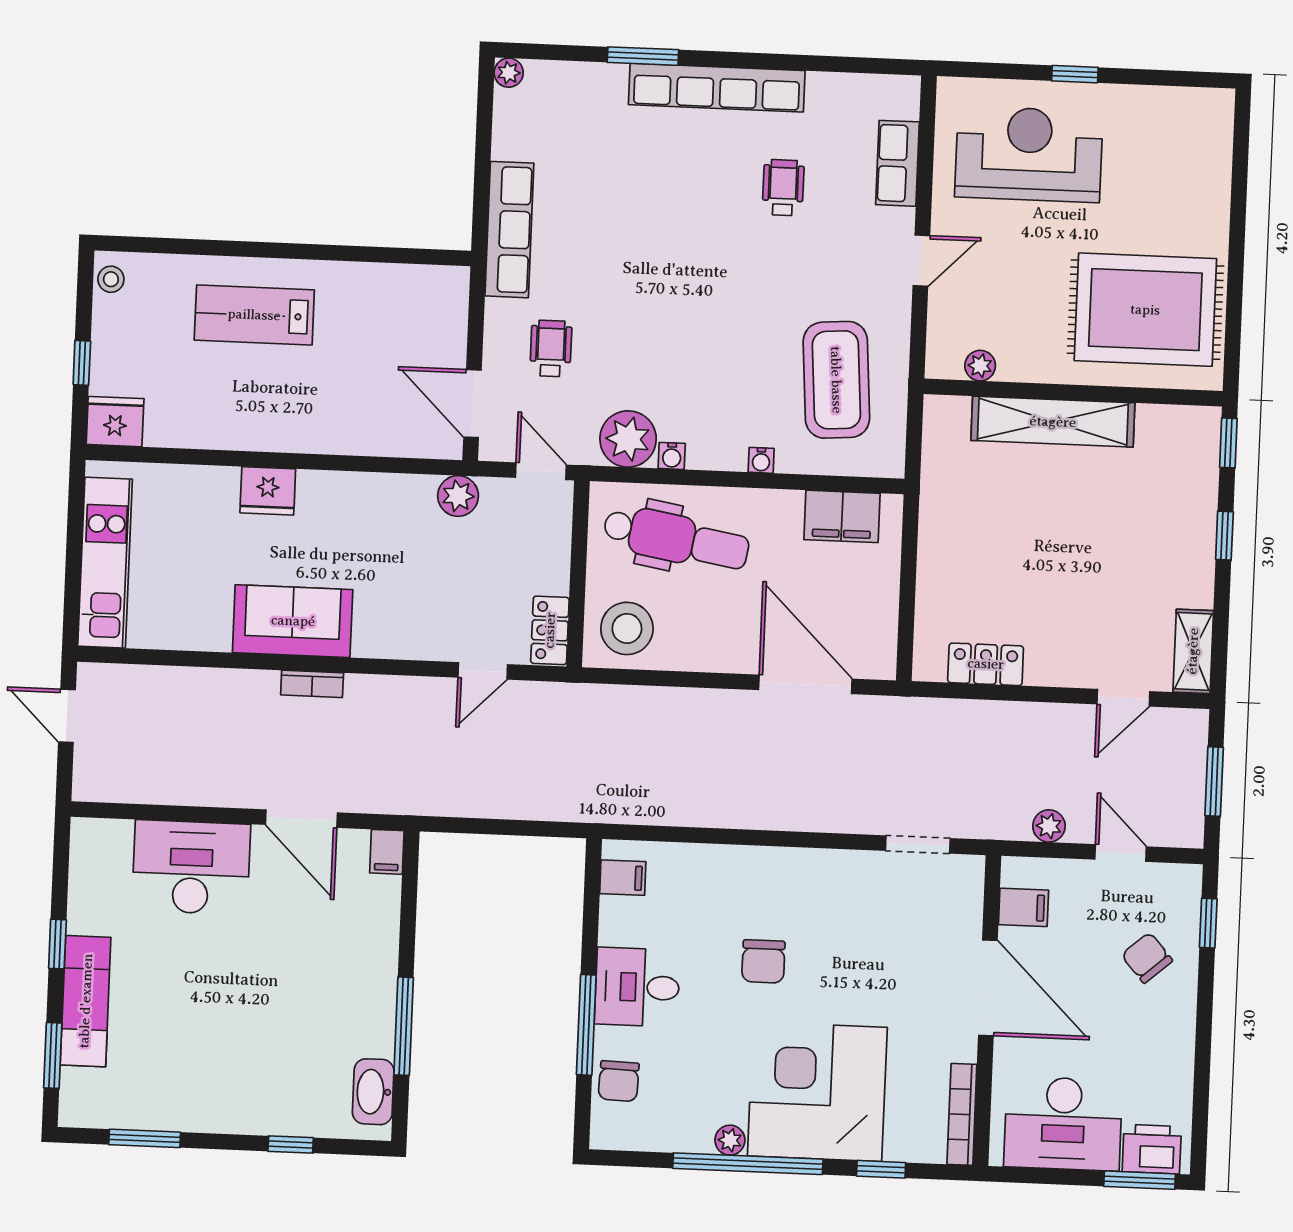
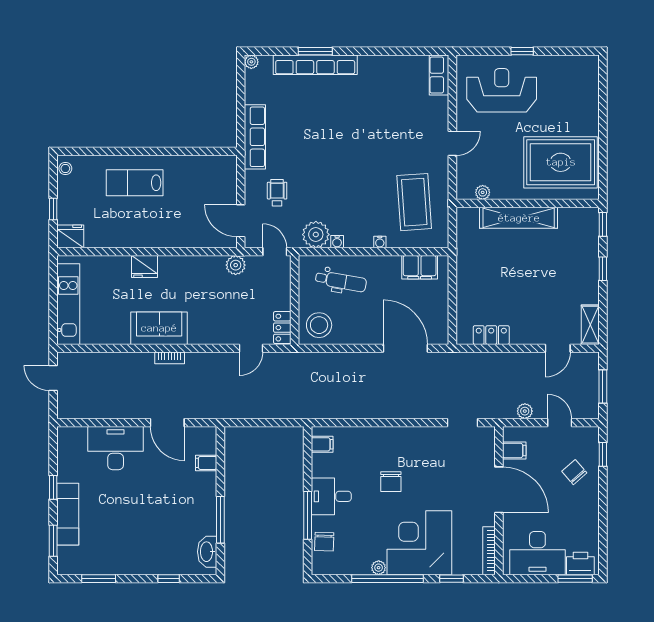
row of seats: (717, 88) -> (315, 65), moved
row of seats: (897, 163) -> (439, 75), moved
wheelchair: (783, 188) -> (385, 111), removed
dental chair: (676, 539) -> (341, 281), width x0.73, depth x0.72
filing cabinet: (387, 852) -> (206, 463), moved, turned 90

